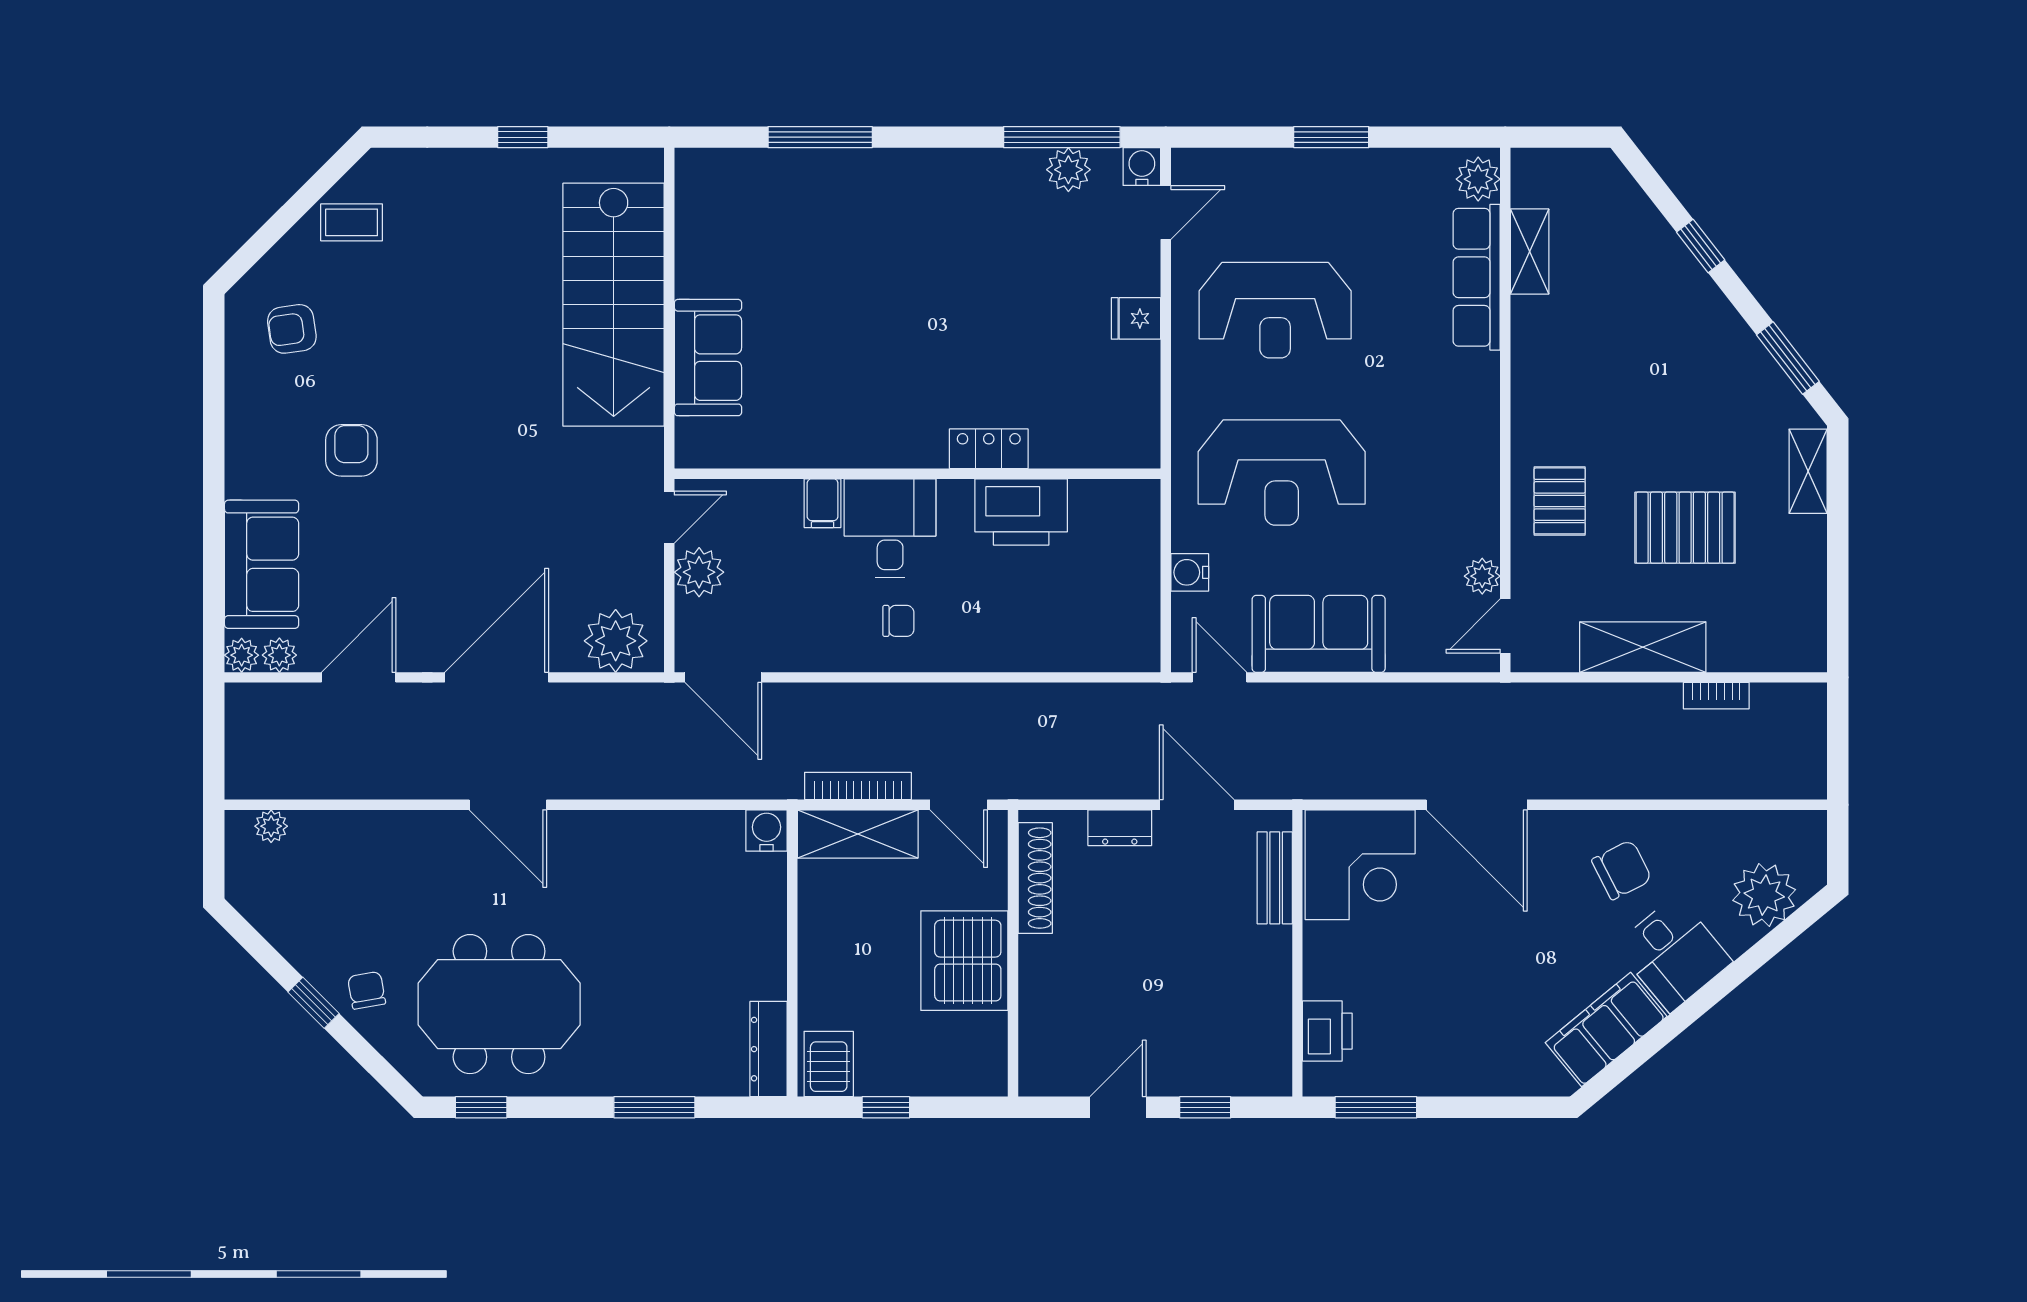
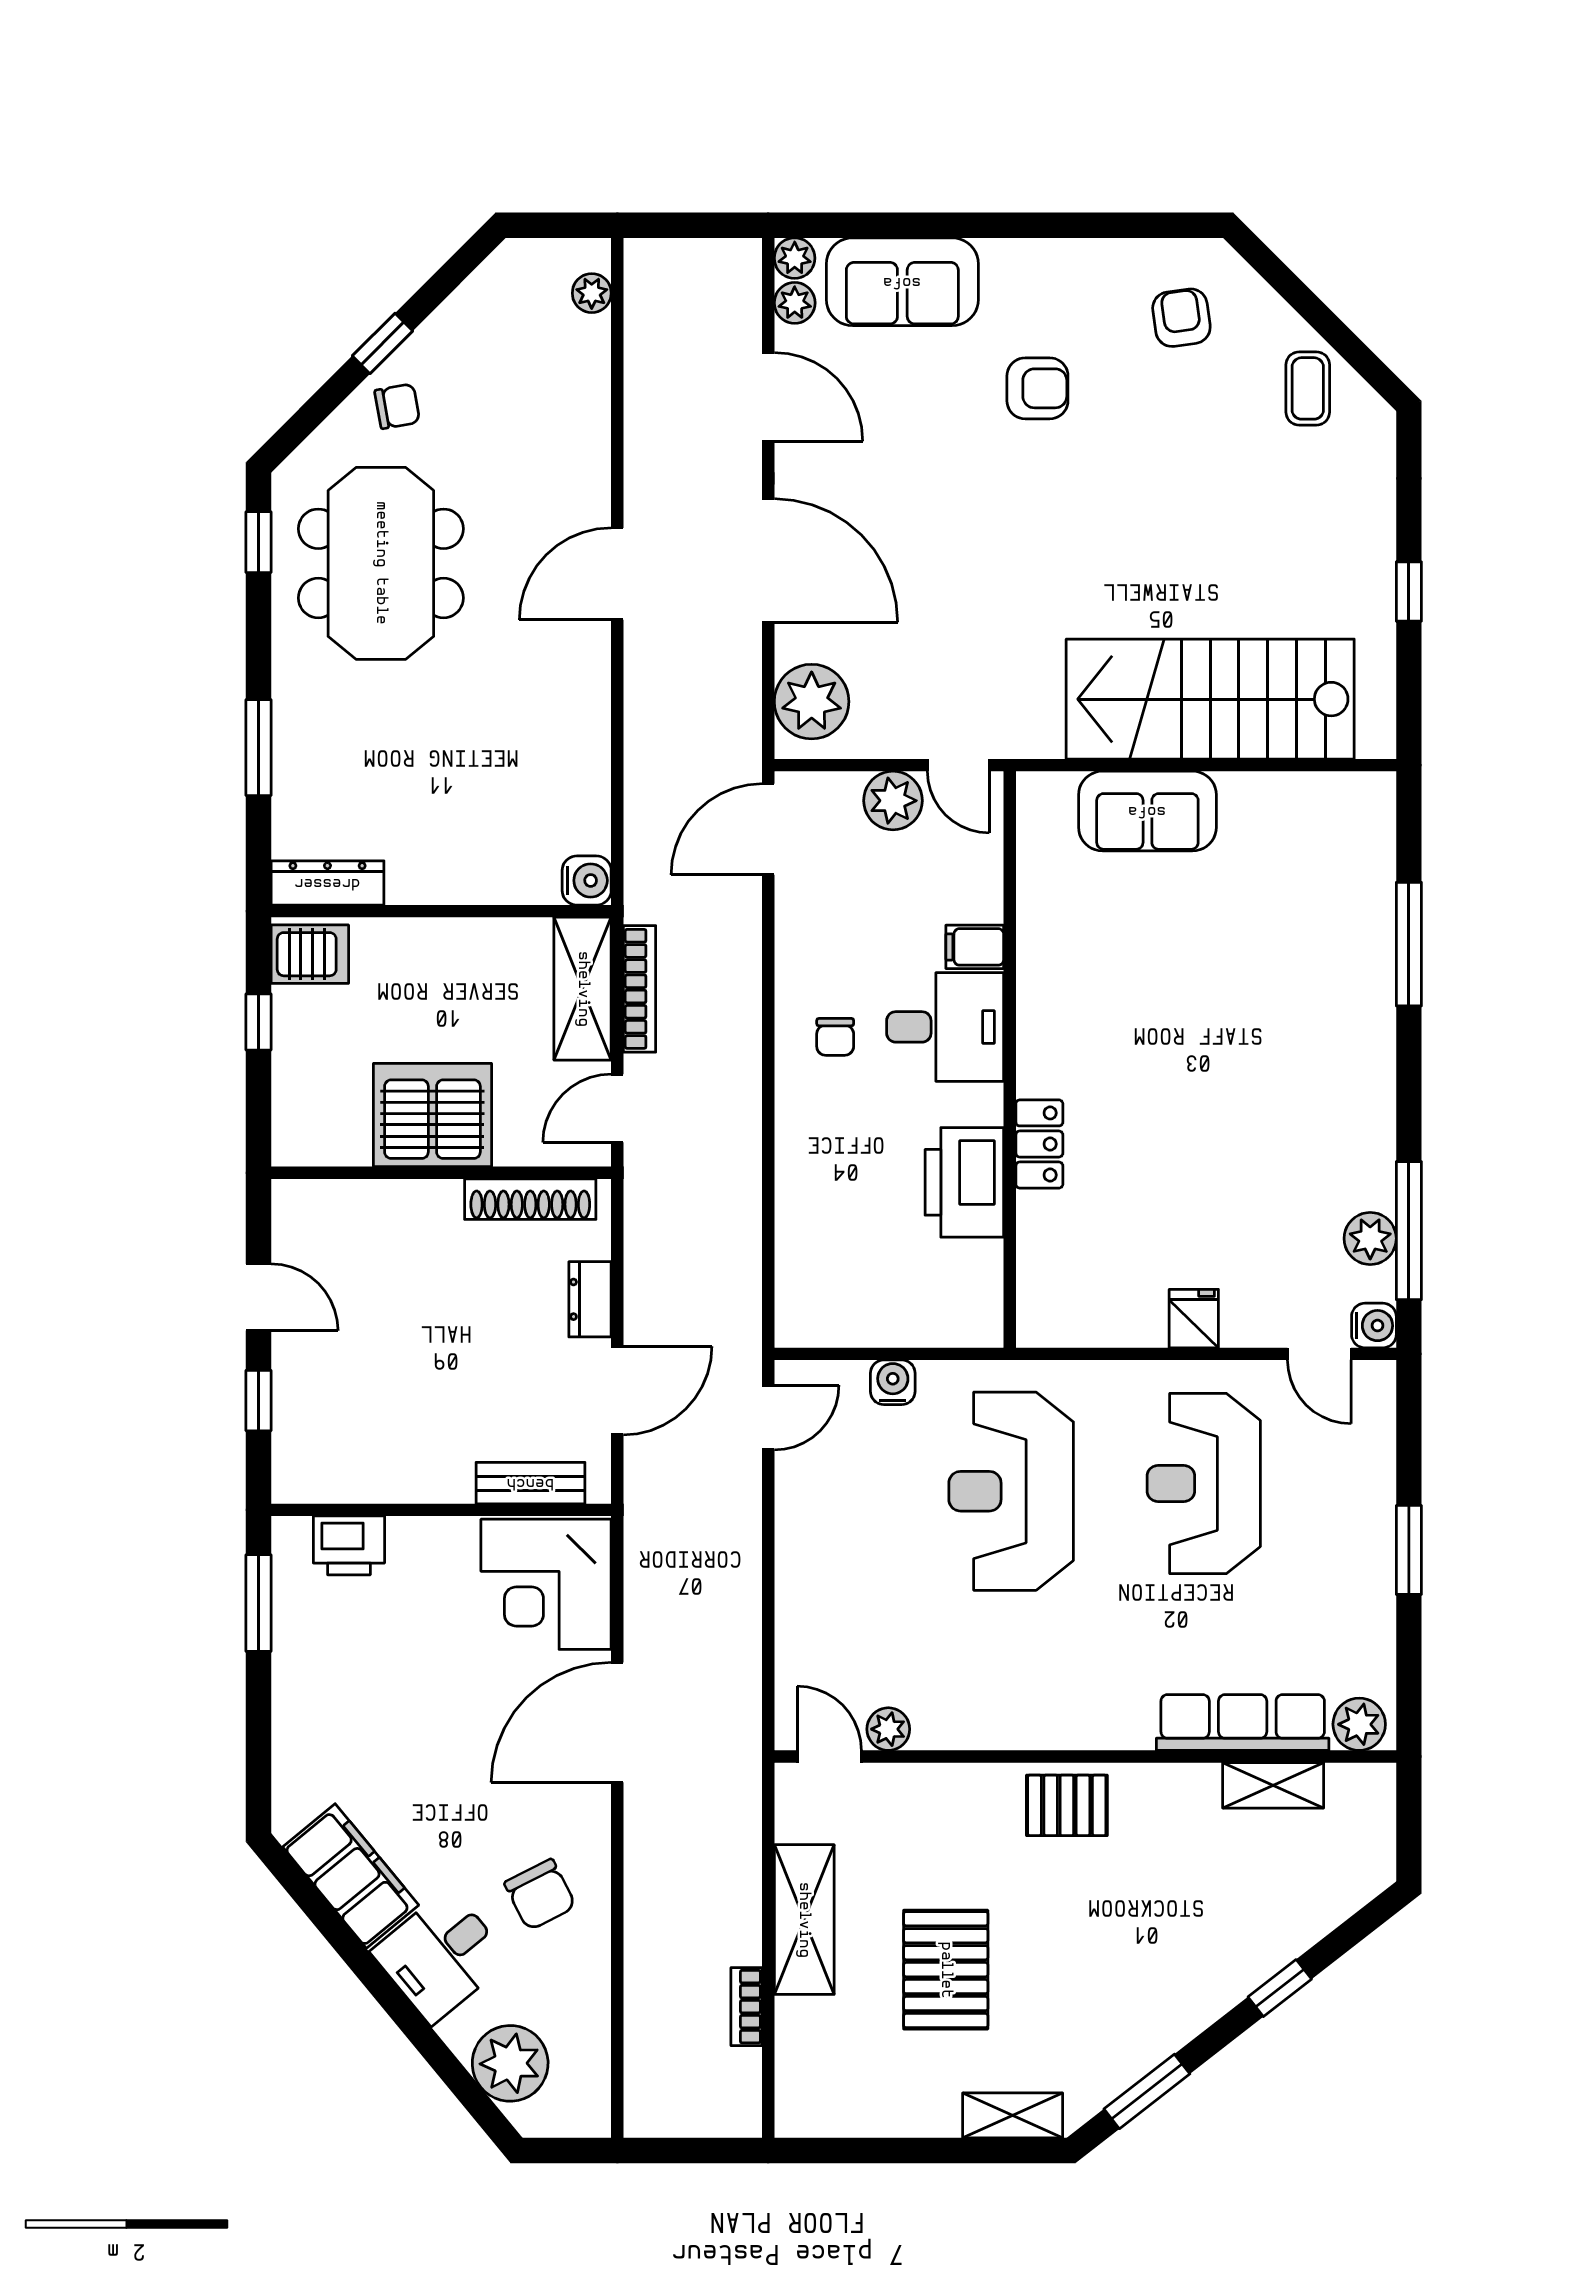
pallet: (1560, 501) -> (1067, 1805), moved
sofa: (1319, 634) -> (820, 1535), removed

